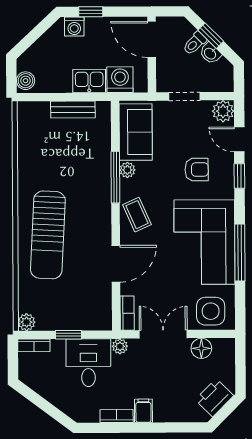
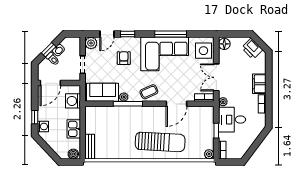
kitchen sink: (89, 81) -> (74, 129), moved
bench: (73, 109) -> (90, 147), moved
door: (116, 264) -> (177, 104), swing flipped
floor lamp: (201, 348) -> (224, 44), moved
filing cabinet: (143, 411) -> (259, 84), width x2.00

